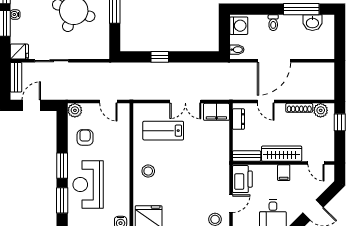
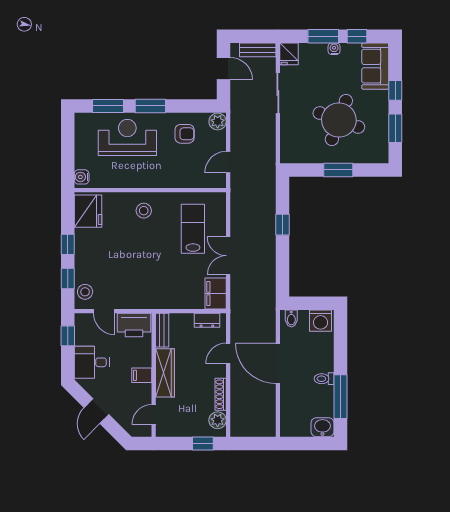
toilet: (273, 23) -> (324, 379), moved
washbasin: (312, 23) -> (322, 427), moved, turned 90

